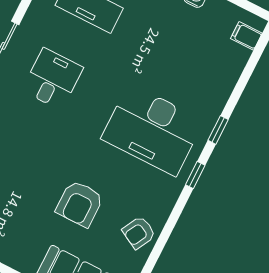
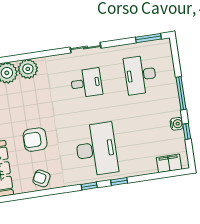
filing cabinet: (246, 36) -> (169, 163), width x2.00
desk: (152, 130) -> (96, 149), turned 180

